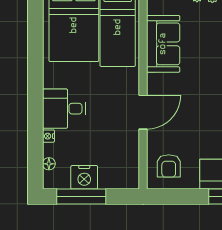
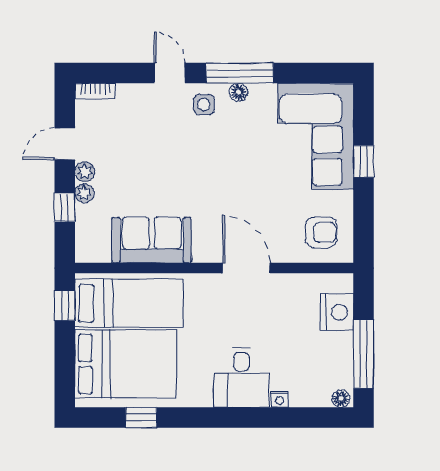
window: (35, 36) -> (141, 418), added
floor lamp: (49, 164) -> (341, 399), moved
nightstand: (84, 177) -> (337, 312), moved

